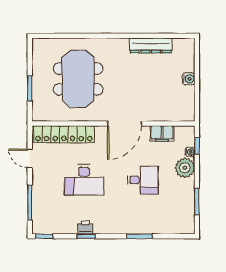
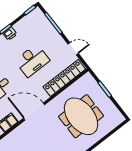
door: (124, 124) -> (34, 111), hinge flipped
desk: (84, 180) -> (32, 61), turned 180

